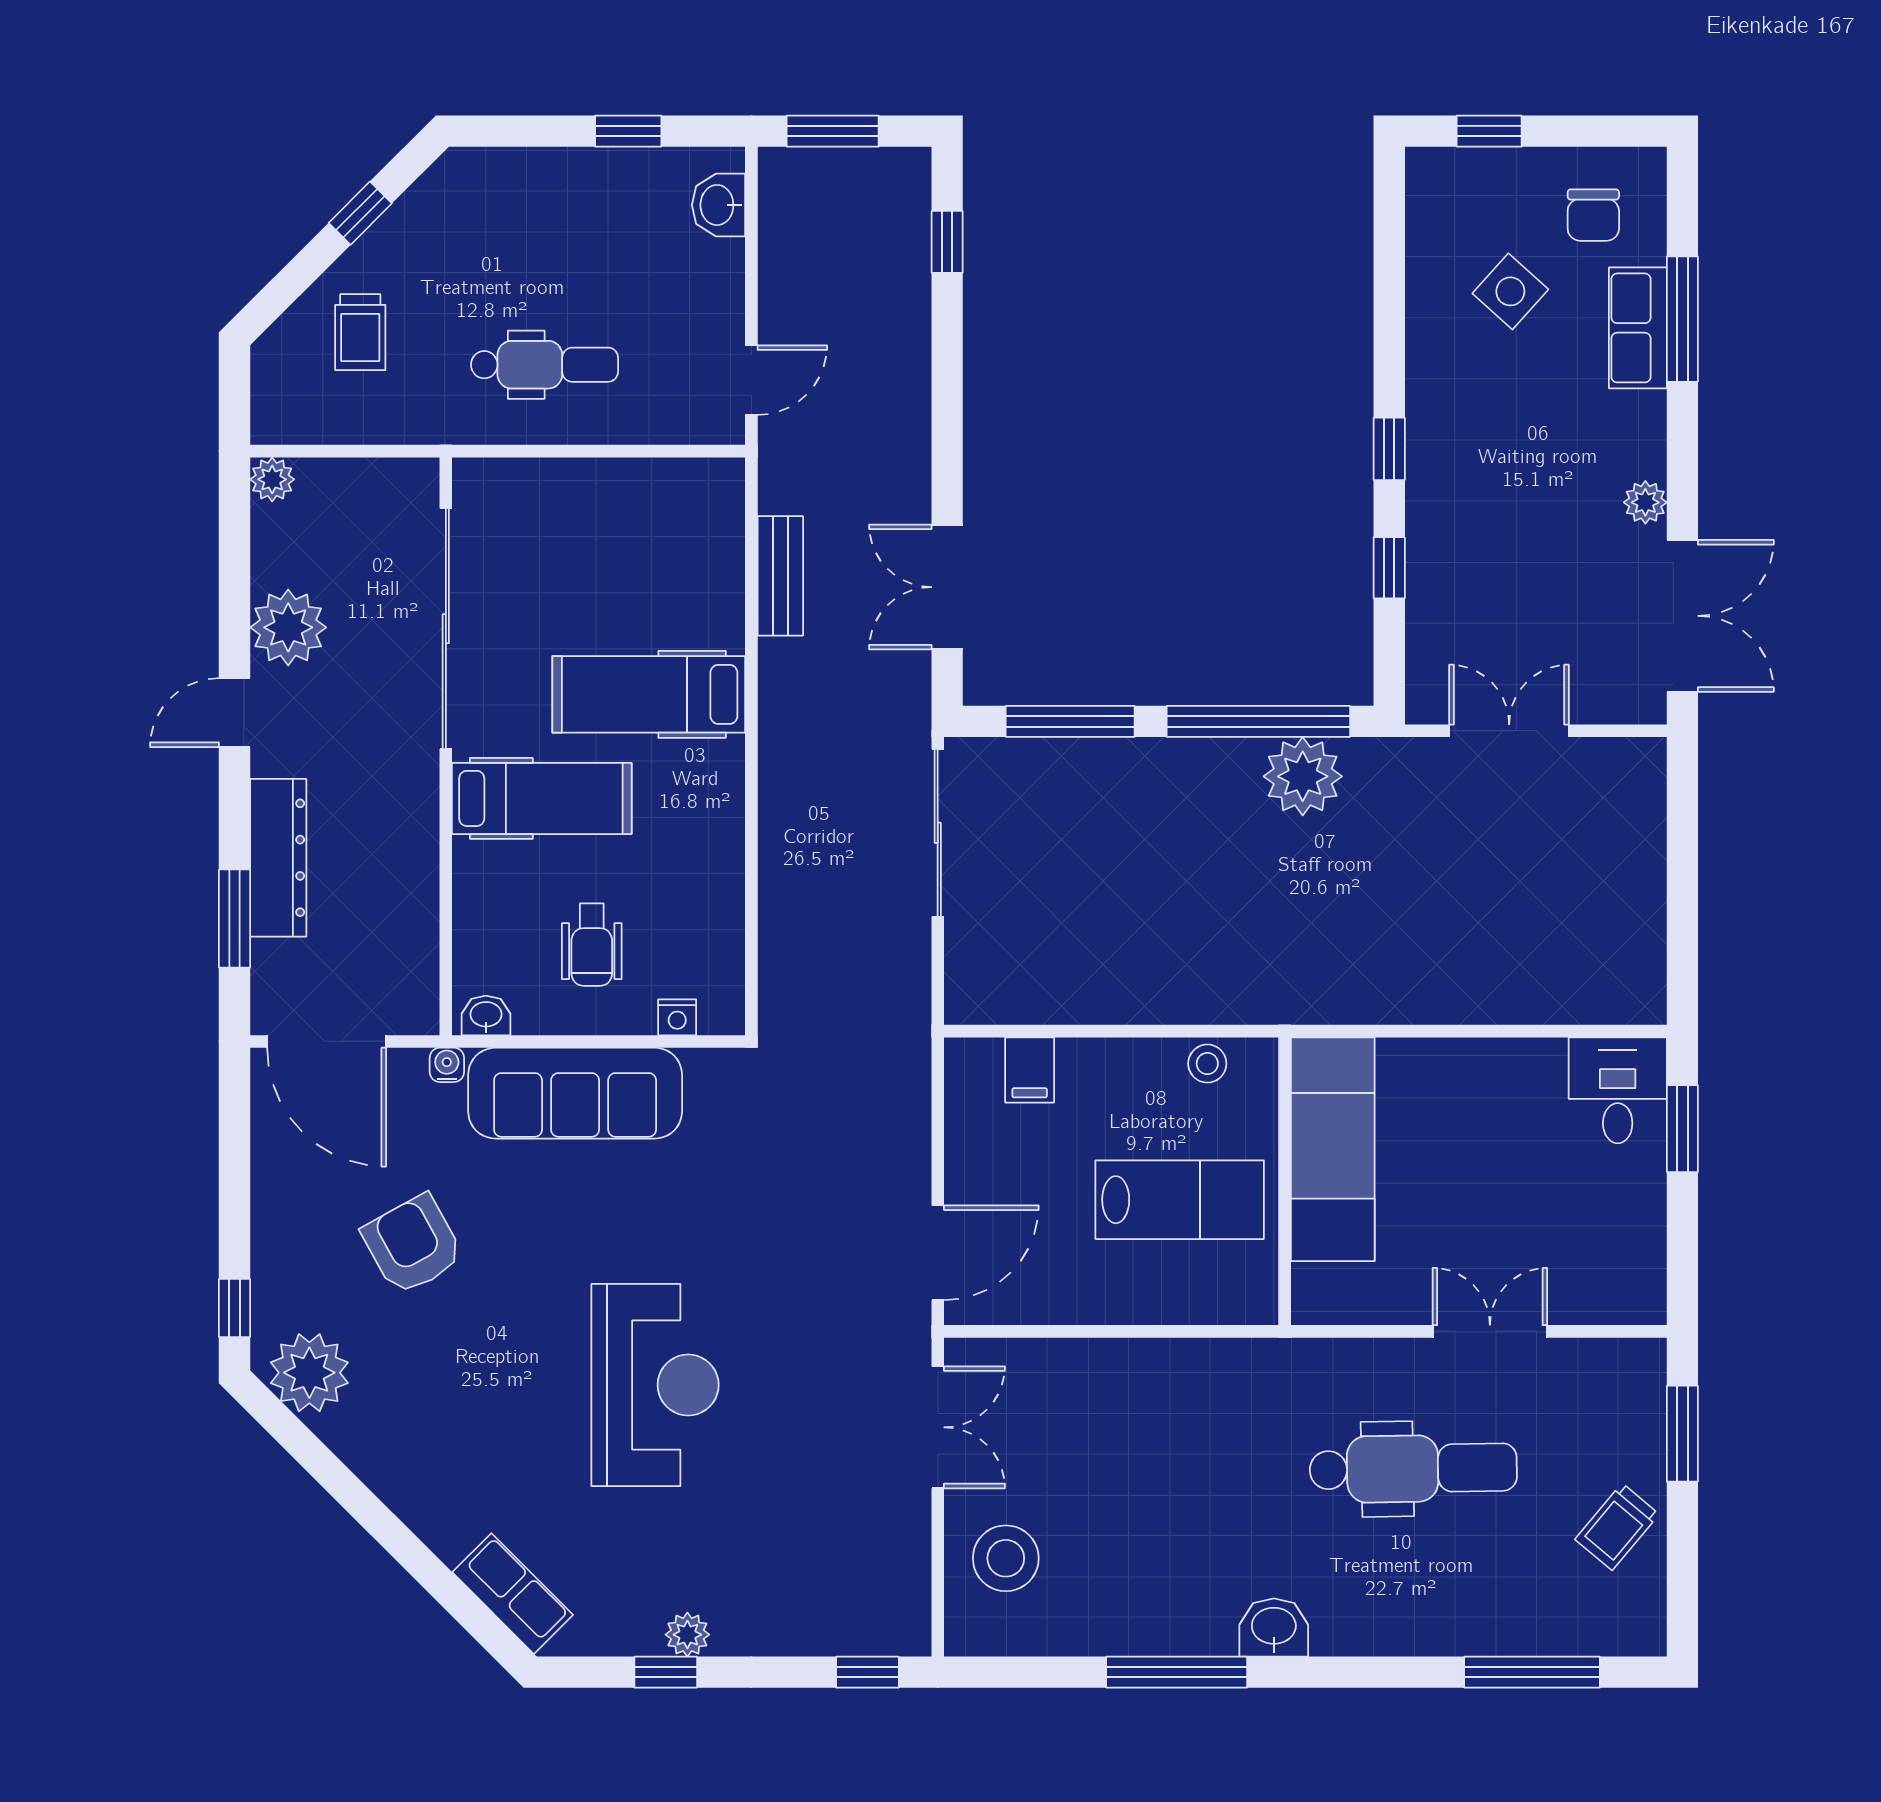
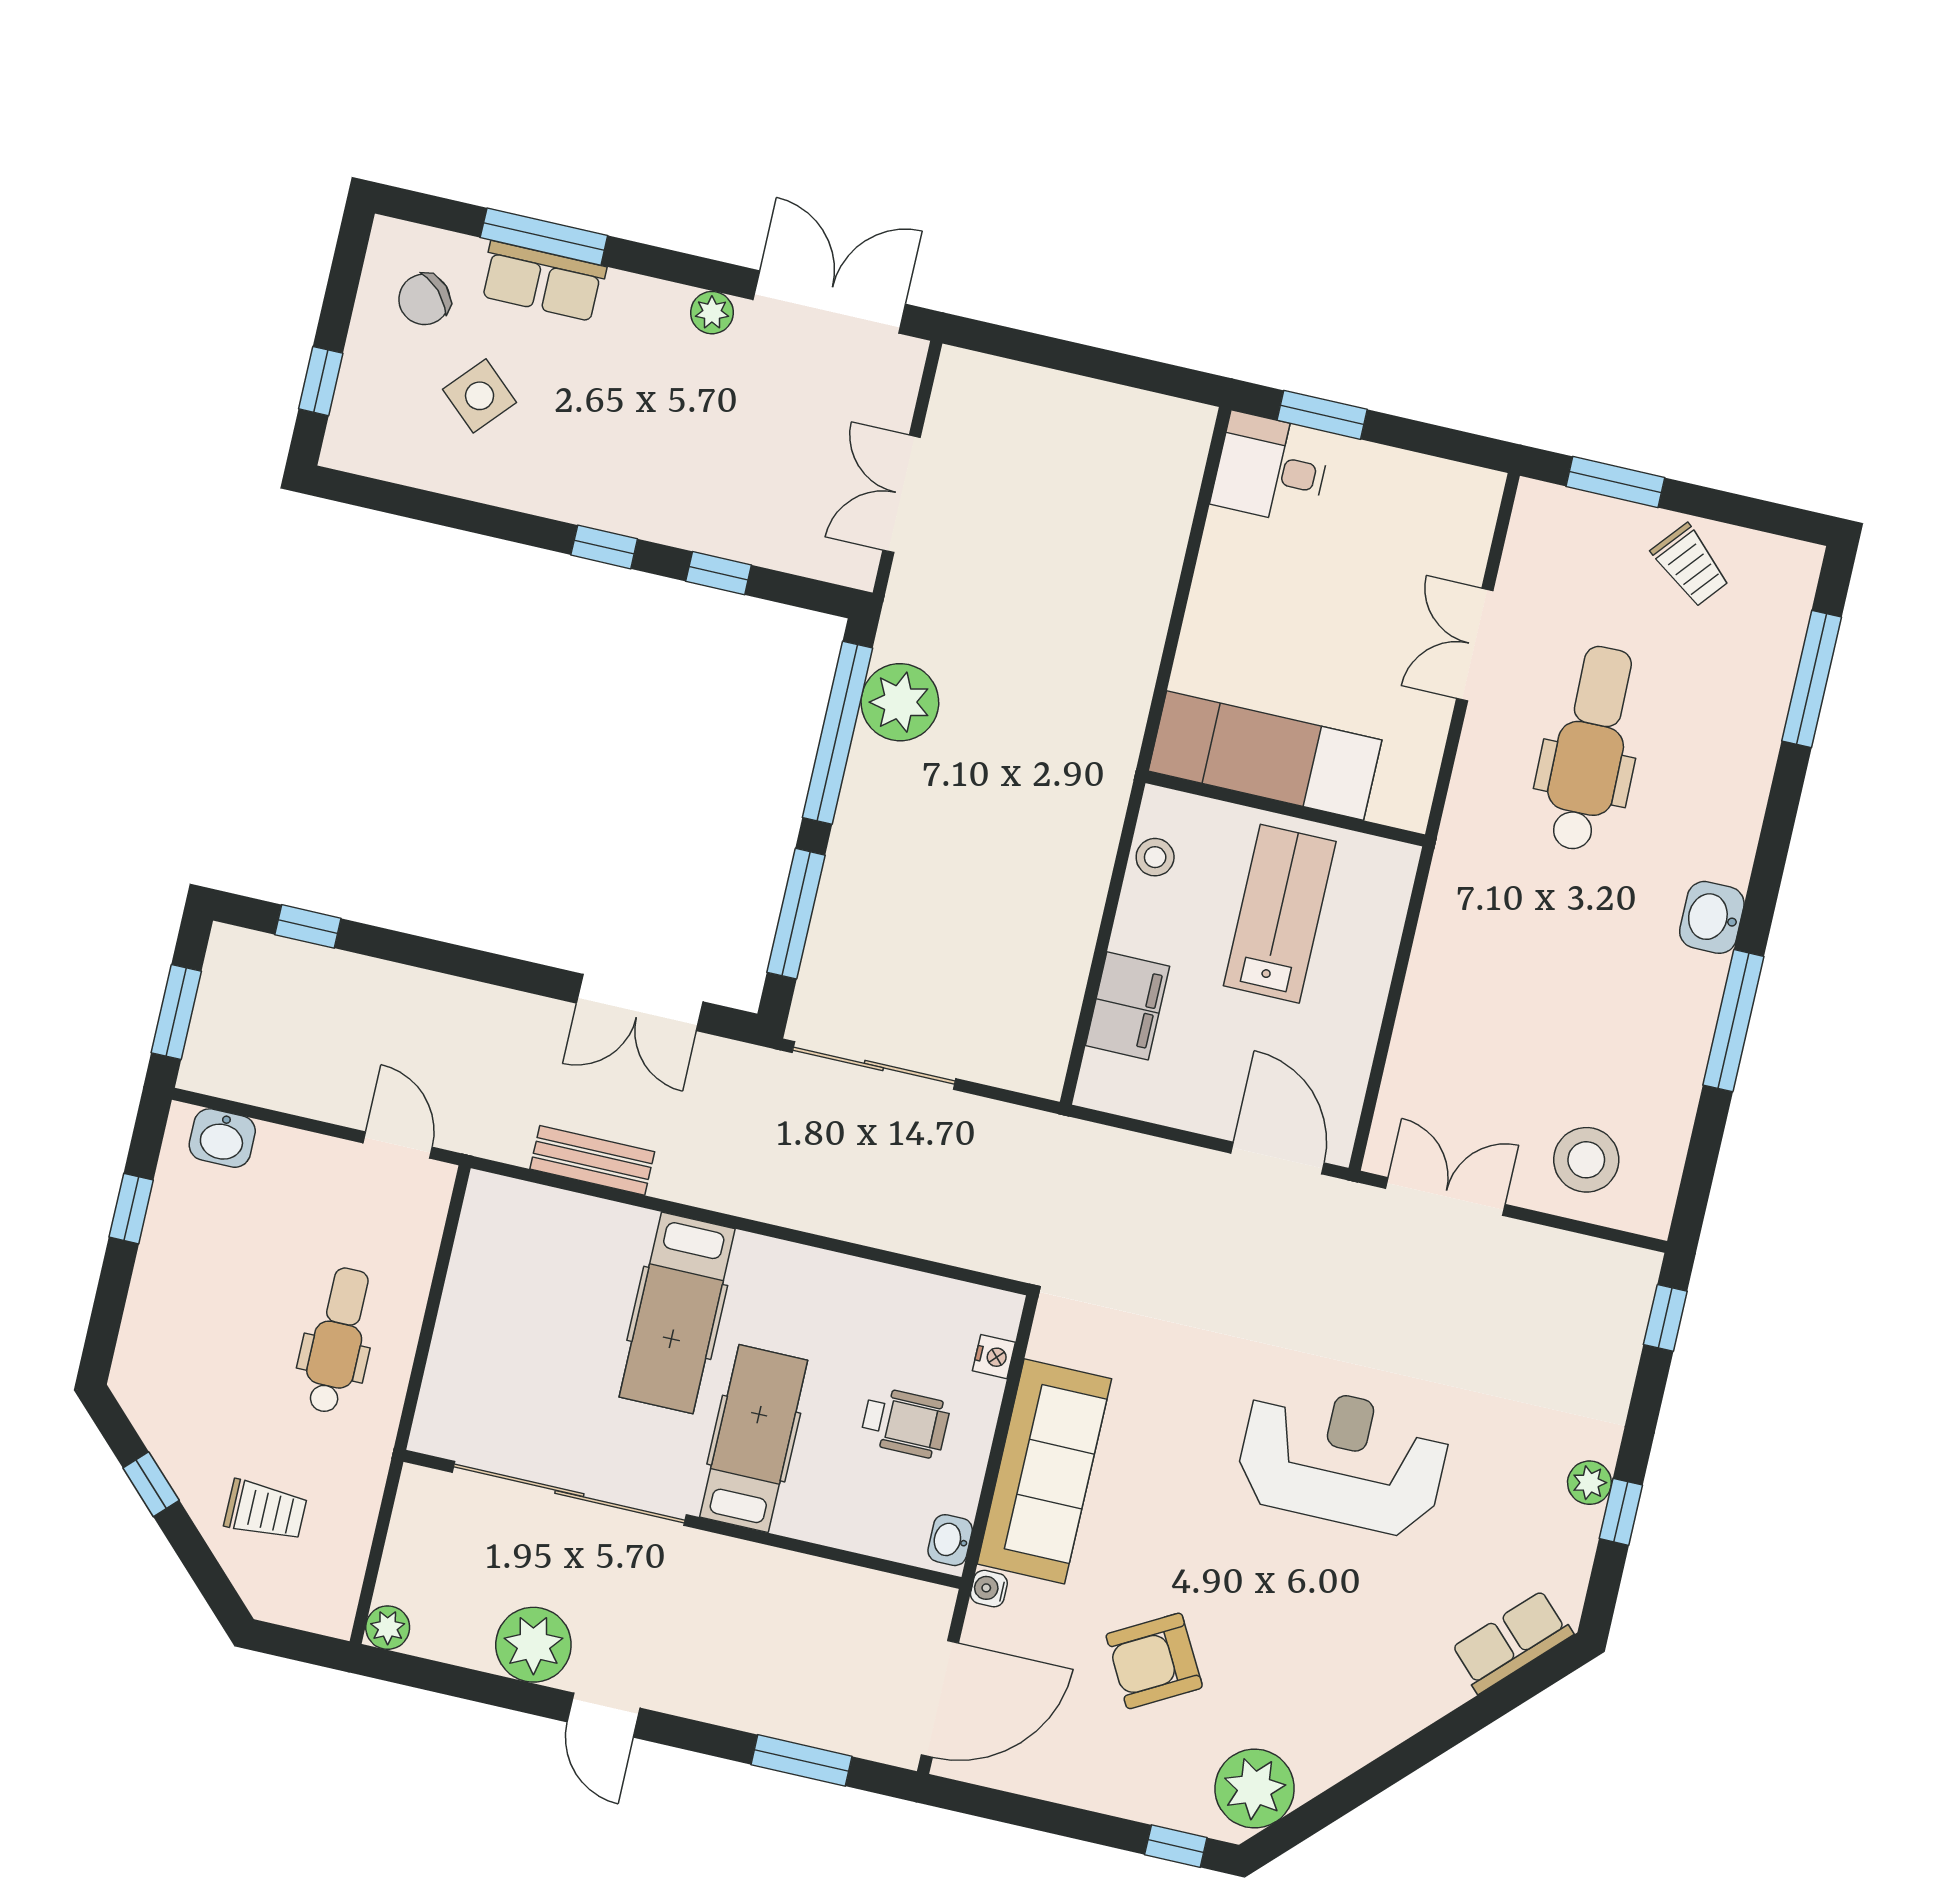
chair: (1593, 215) -> (424, 299), turned 136
dresser: (278, 858) -> (753, 1705), removed
filing cabinet: (1030, 1070) -> (1127, 1006), width x2.00

